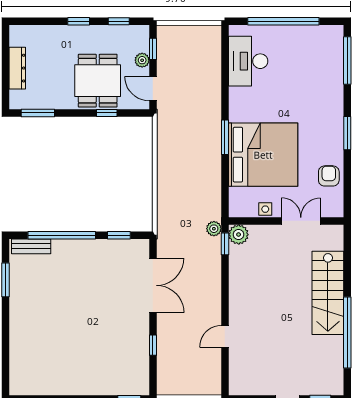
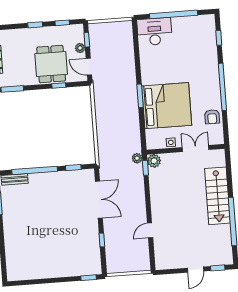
desk: (248, 61) -> (155, 32), moved, turned 90
window: (347, 61) -> (219, 38), width x0.46
window: (347, 133) -> (222, 87), width x2.11
armchair: (329, 176) -> (212, 117), turned 180

